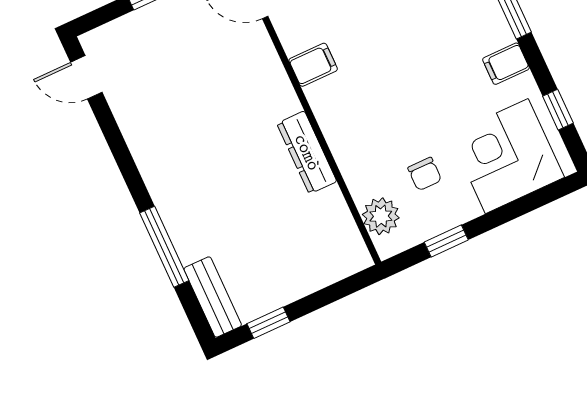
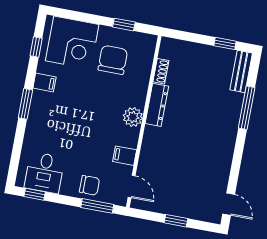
filing cabinet: (313, 65) -> (125, 156), moved
chair: (425, 174) -> (113, 60), width x1.87, depth x1.87
shoe rack: (338, 209) -> (161, 71), added
plant: (381, 216) -> (133, 117), moved

